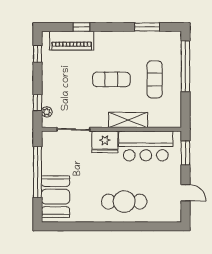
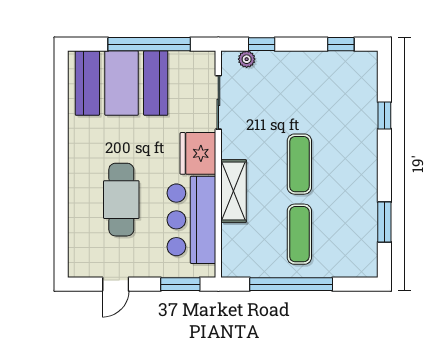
piano: (72, 41) -> (362, 99), removed
window: (185, 66) -> (291, 284), moved
exercise mat: (155, 79) -> (299, 234), turned 90
booth: (56, 197) -> (122, 83), width x1.36, depth x1.42
cafe table: (124, 202) -> (121, 200), moved

